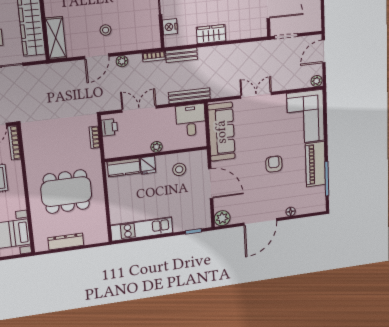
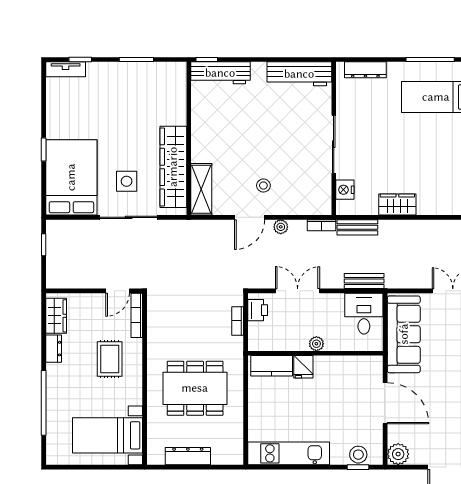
bench: (189, 96) -> (364, 281), width x0.73
stool: (179, 169) -> (358, 455), moved

